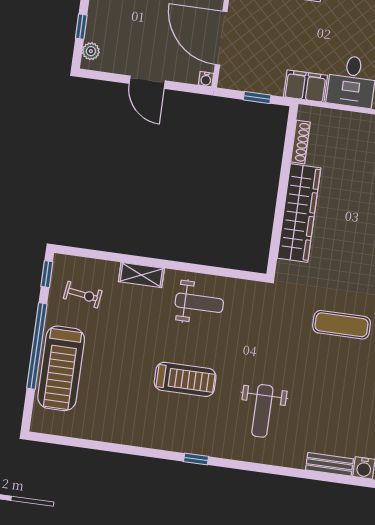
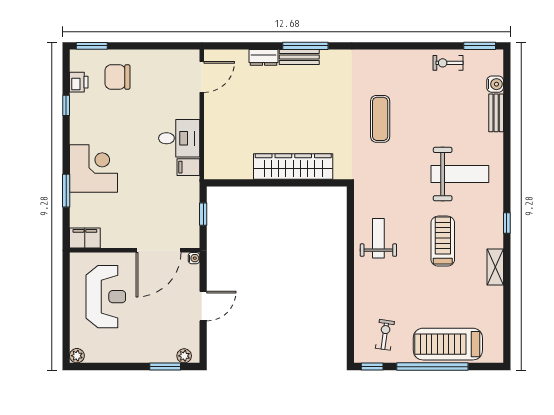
window: (81, 27) -> (165, 367), width x1.50
filing cabinet: (306, 86) -> (188, 167), width x0.50
shoe rack: (300, 142) -> (235, 173), removed
shelving: (141, 275) -> (495, 267), moved
treadmill: (61, 368) -> (448, 344), turned 180
weight bench: (262, 411) -> (460, 174), width x1.36, depth x1.33

